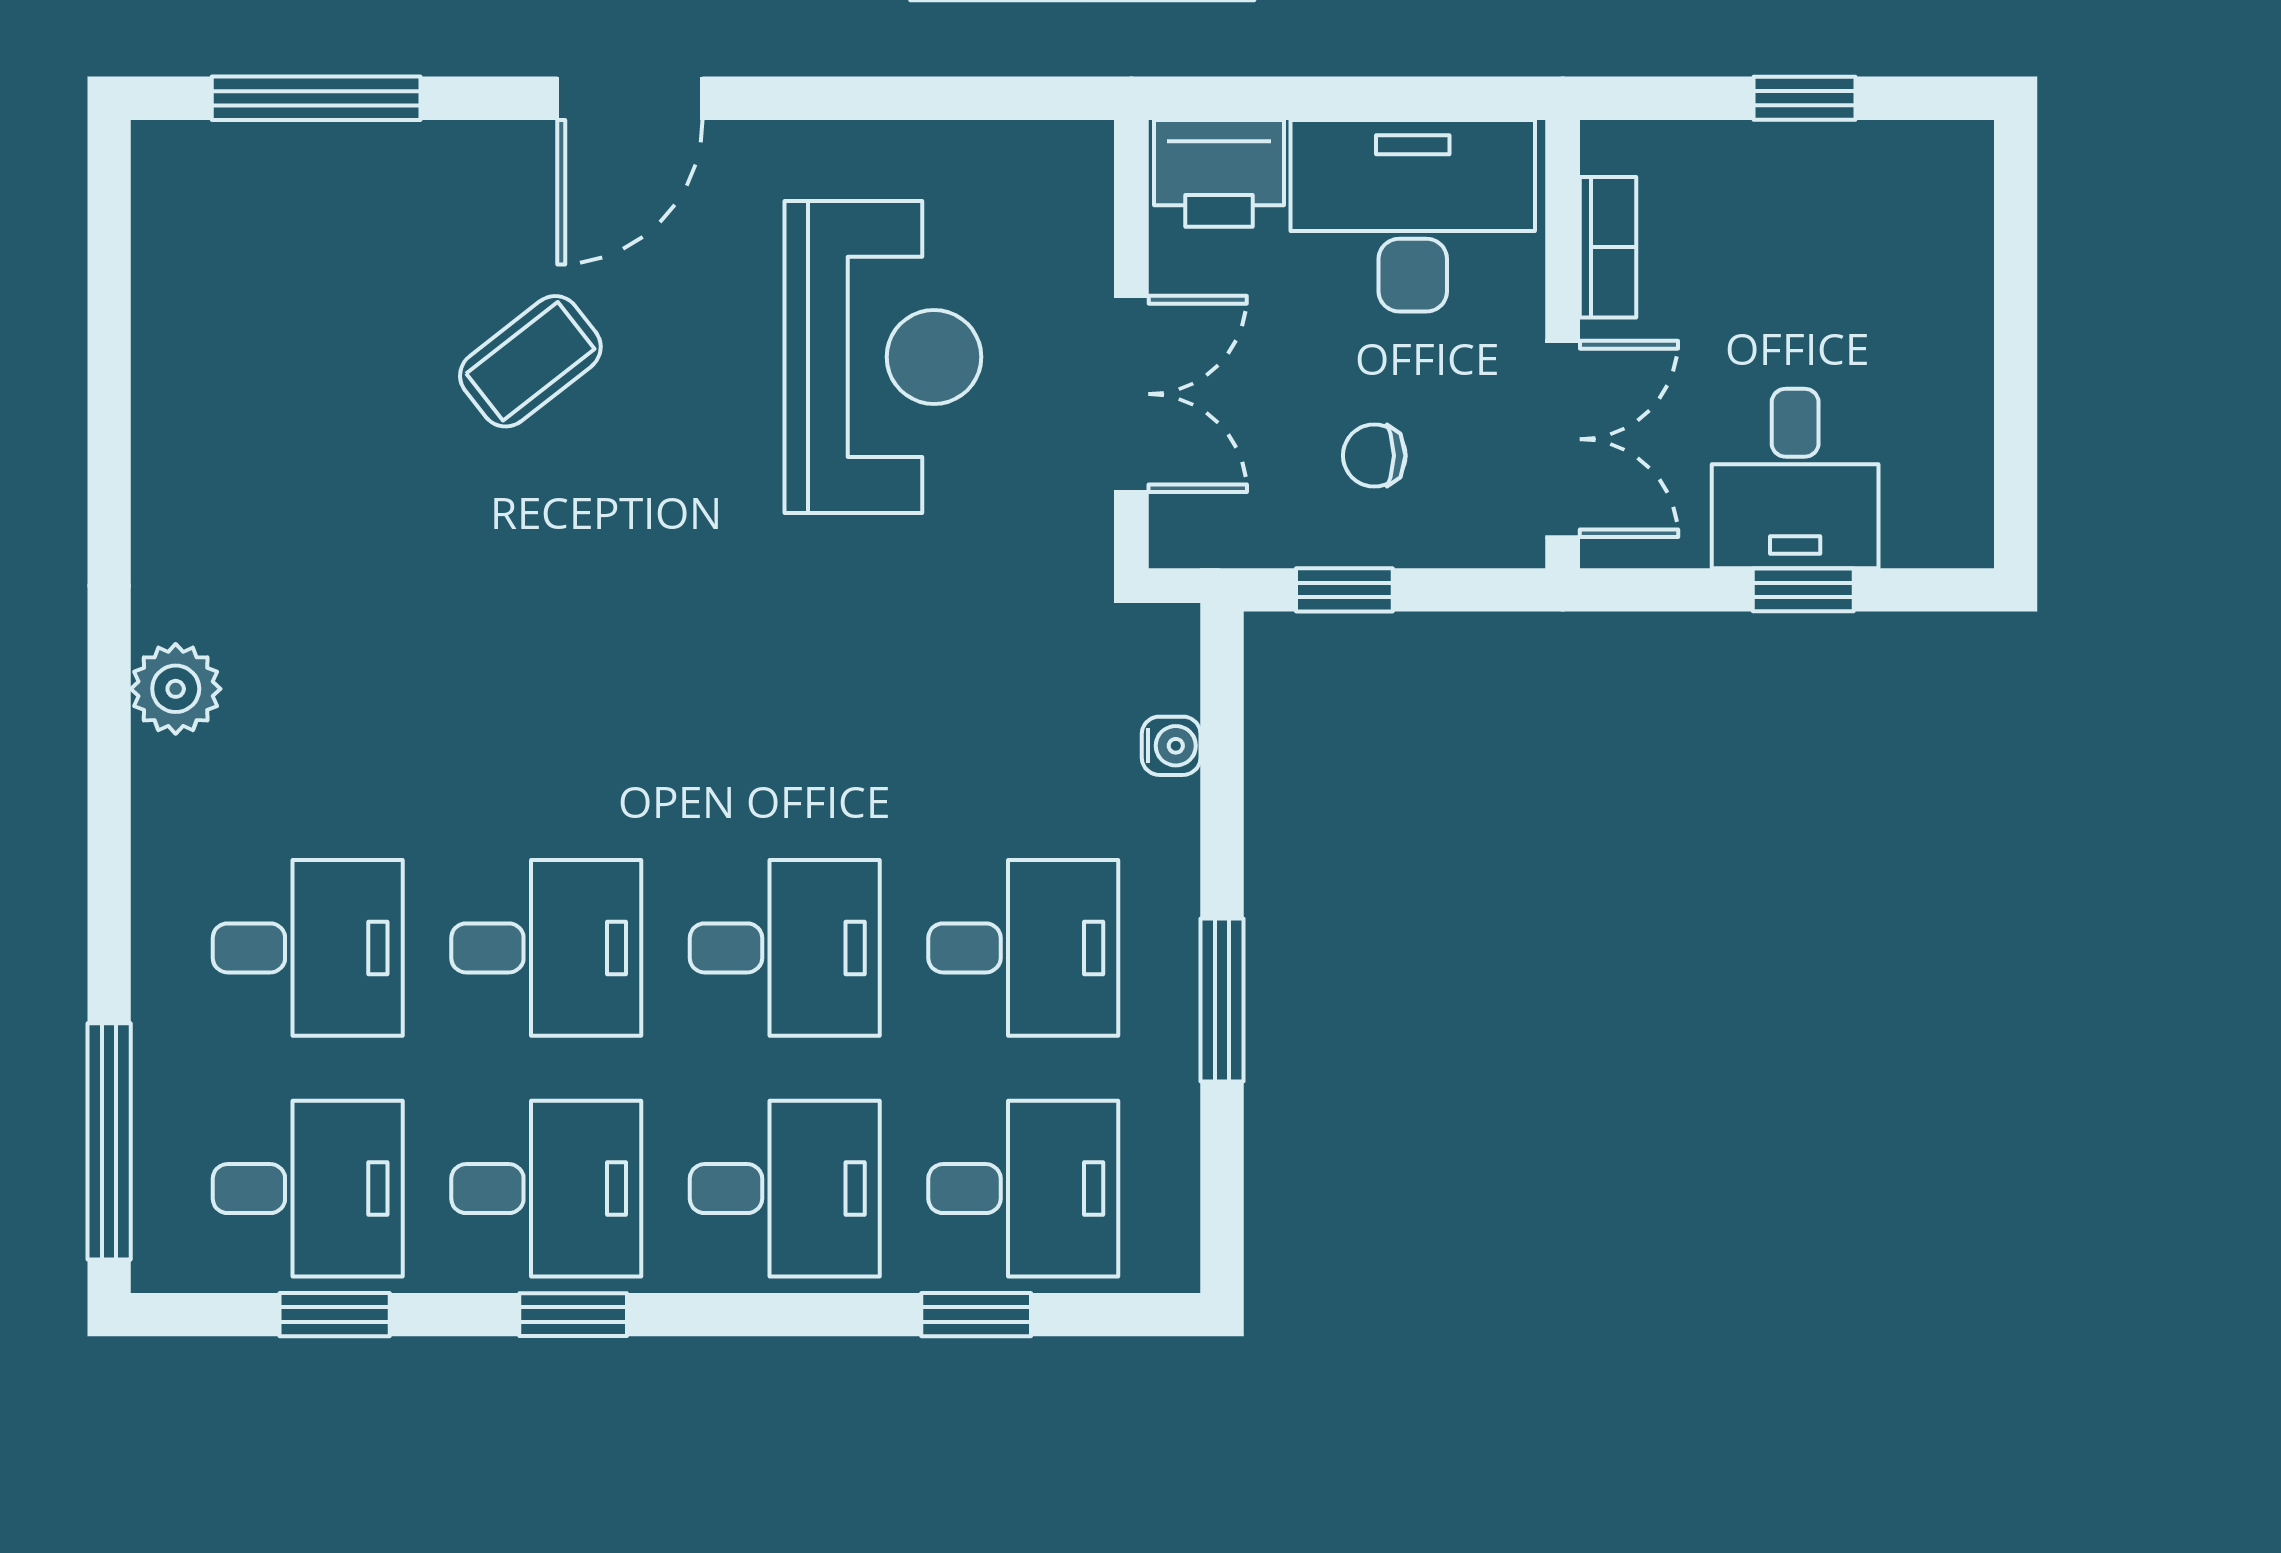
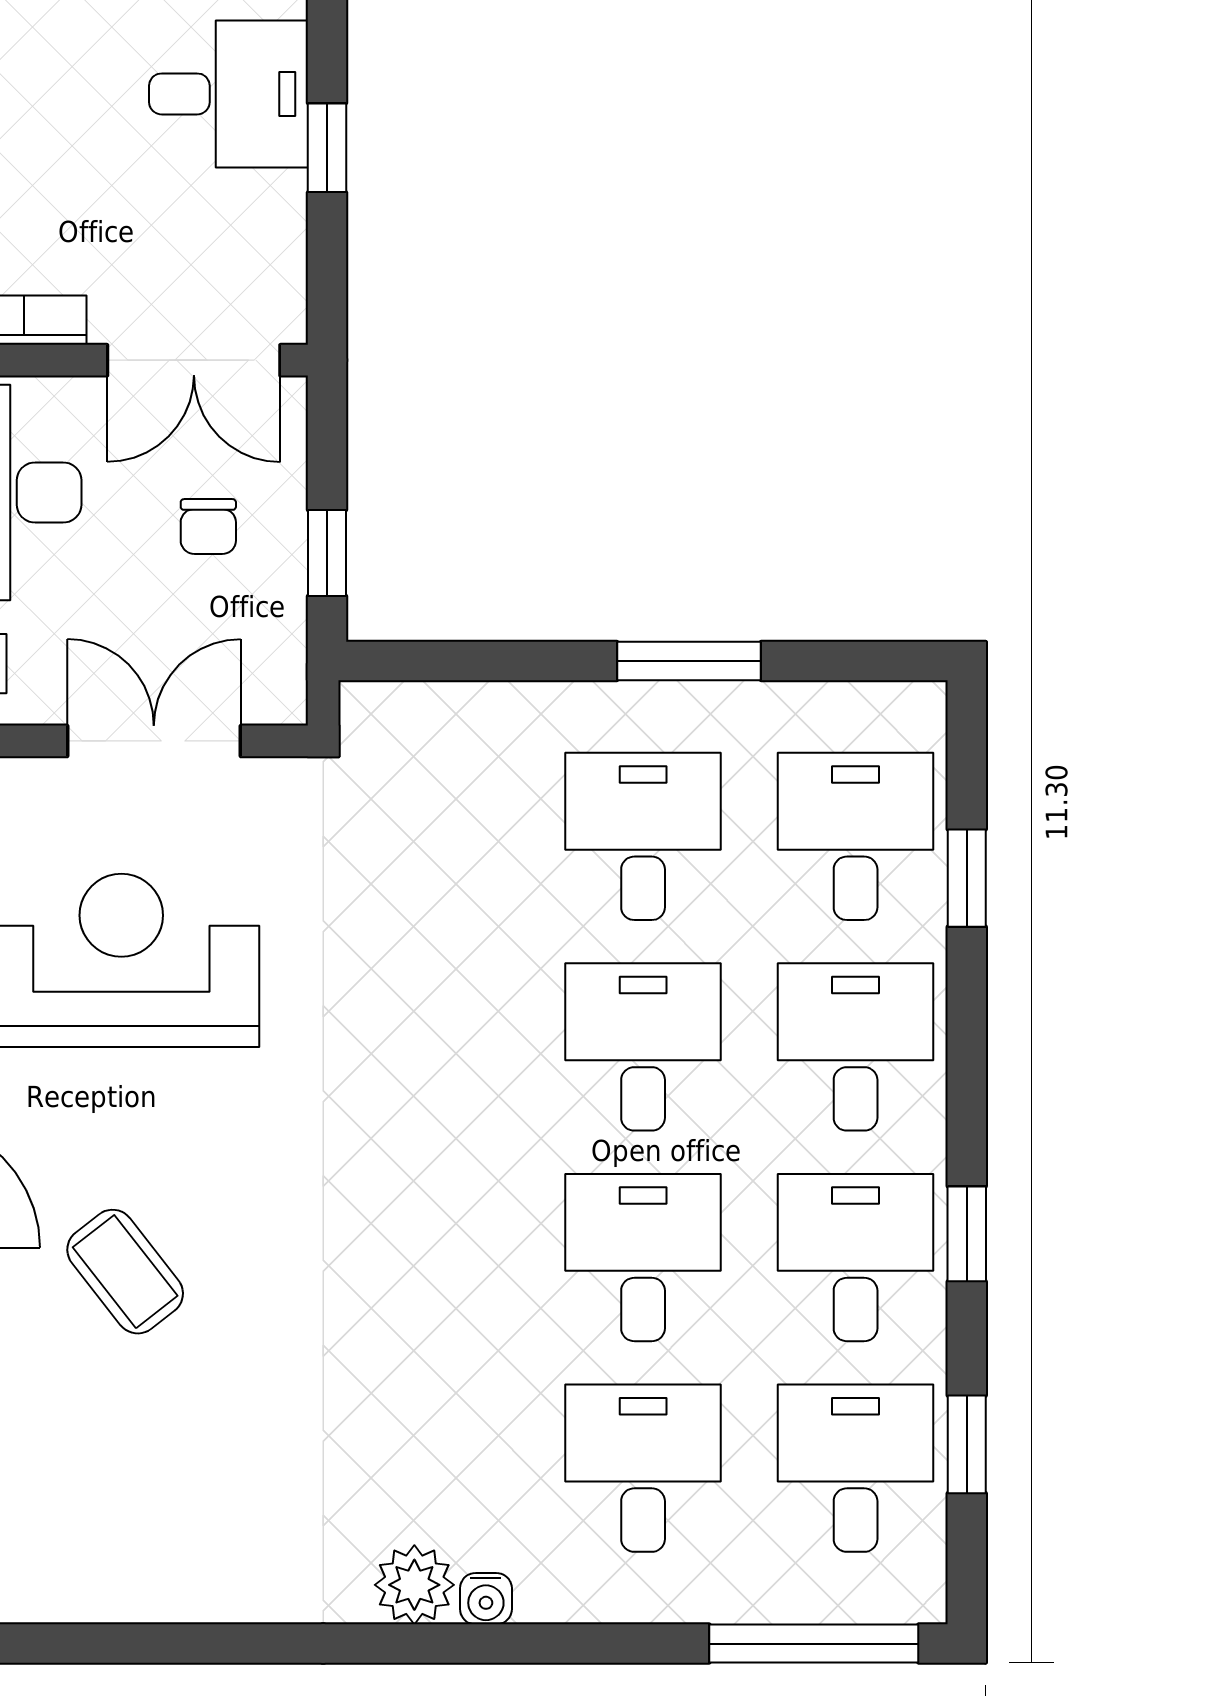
double door: (1563, 439) -> (194, 360), swing flipped
desk: (1795, 478) -> (229, 94), moved
water cooler: (1171, 746) -> (486, 1599), moved, turned 180

